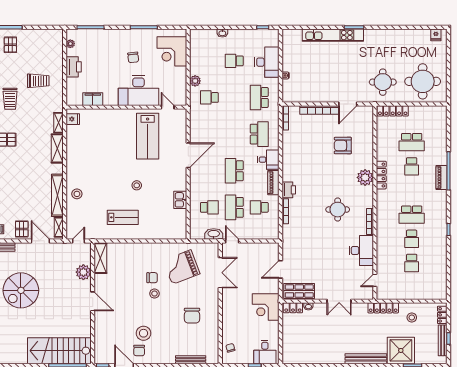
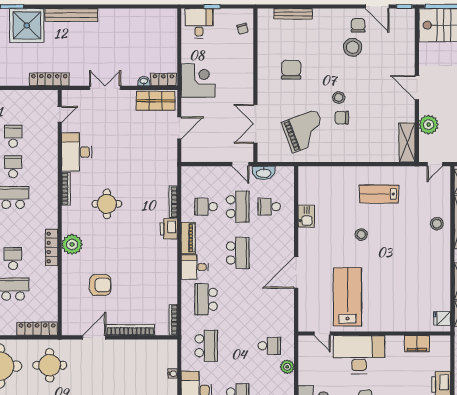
school desk: (259, 207) -> (206, 207), turned 180
stool: (412, 318) -> (13, 67), removed

